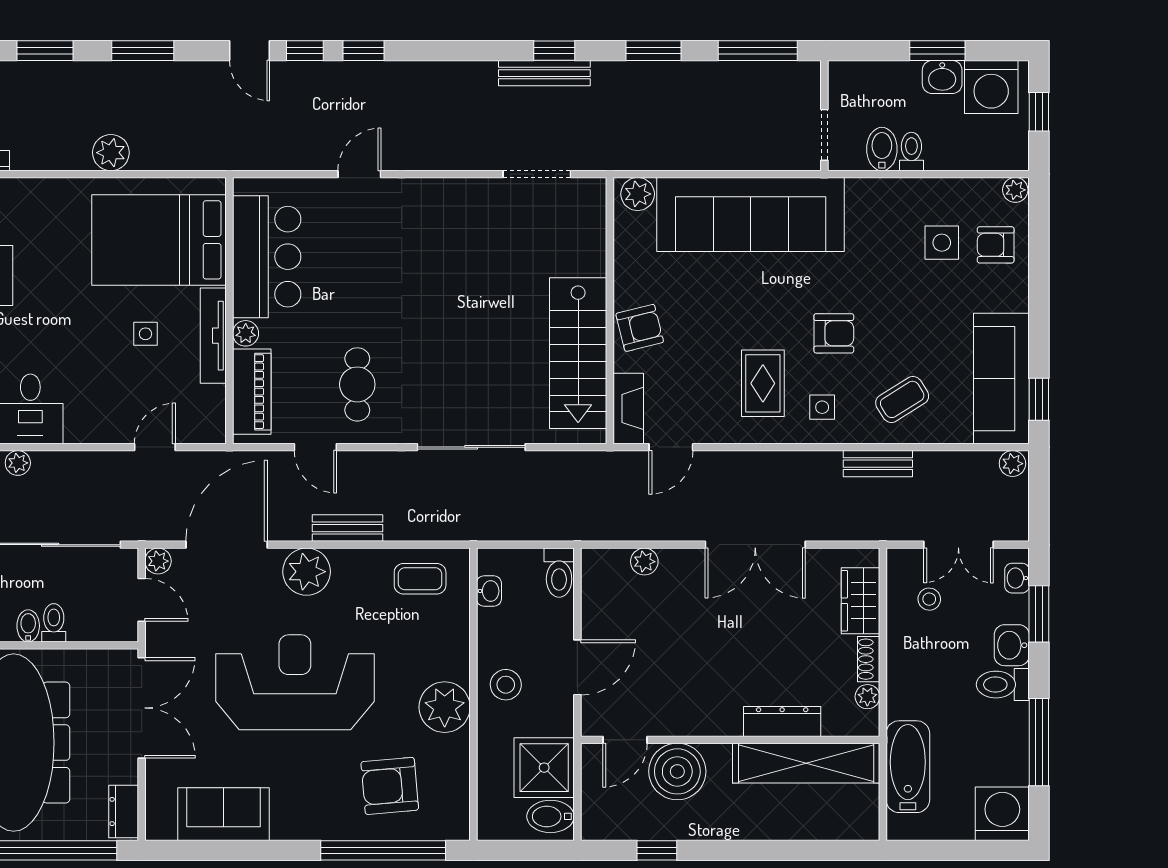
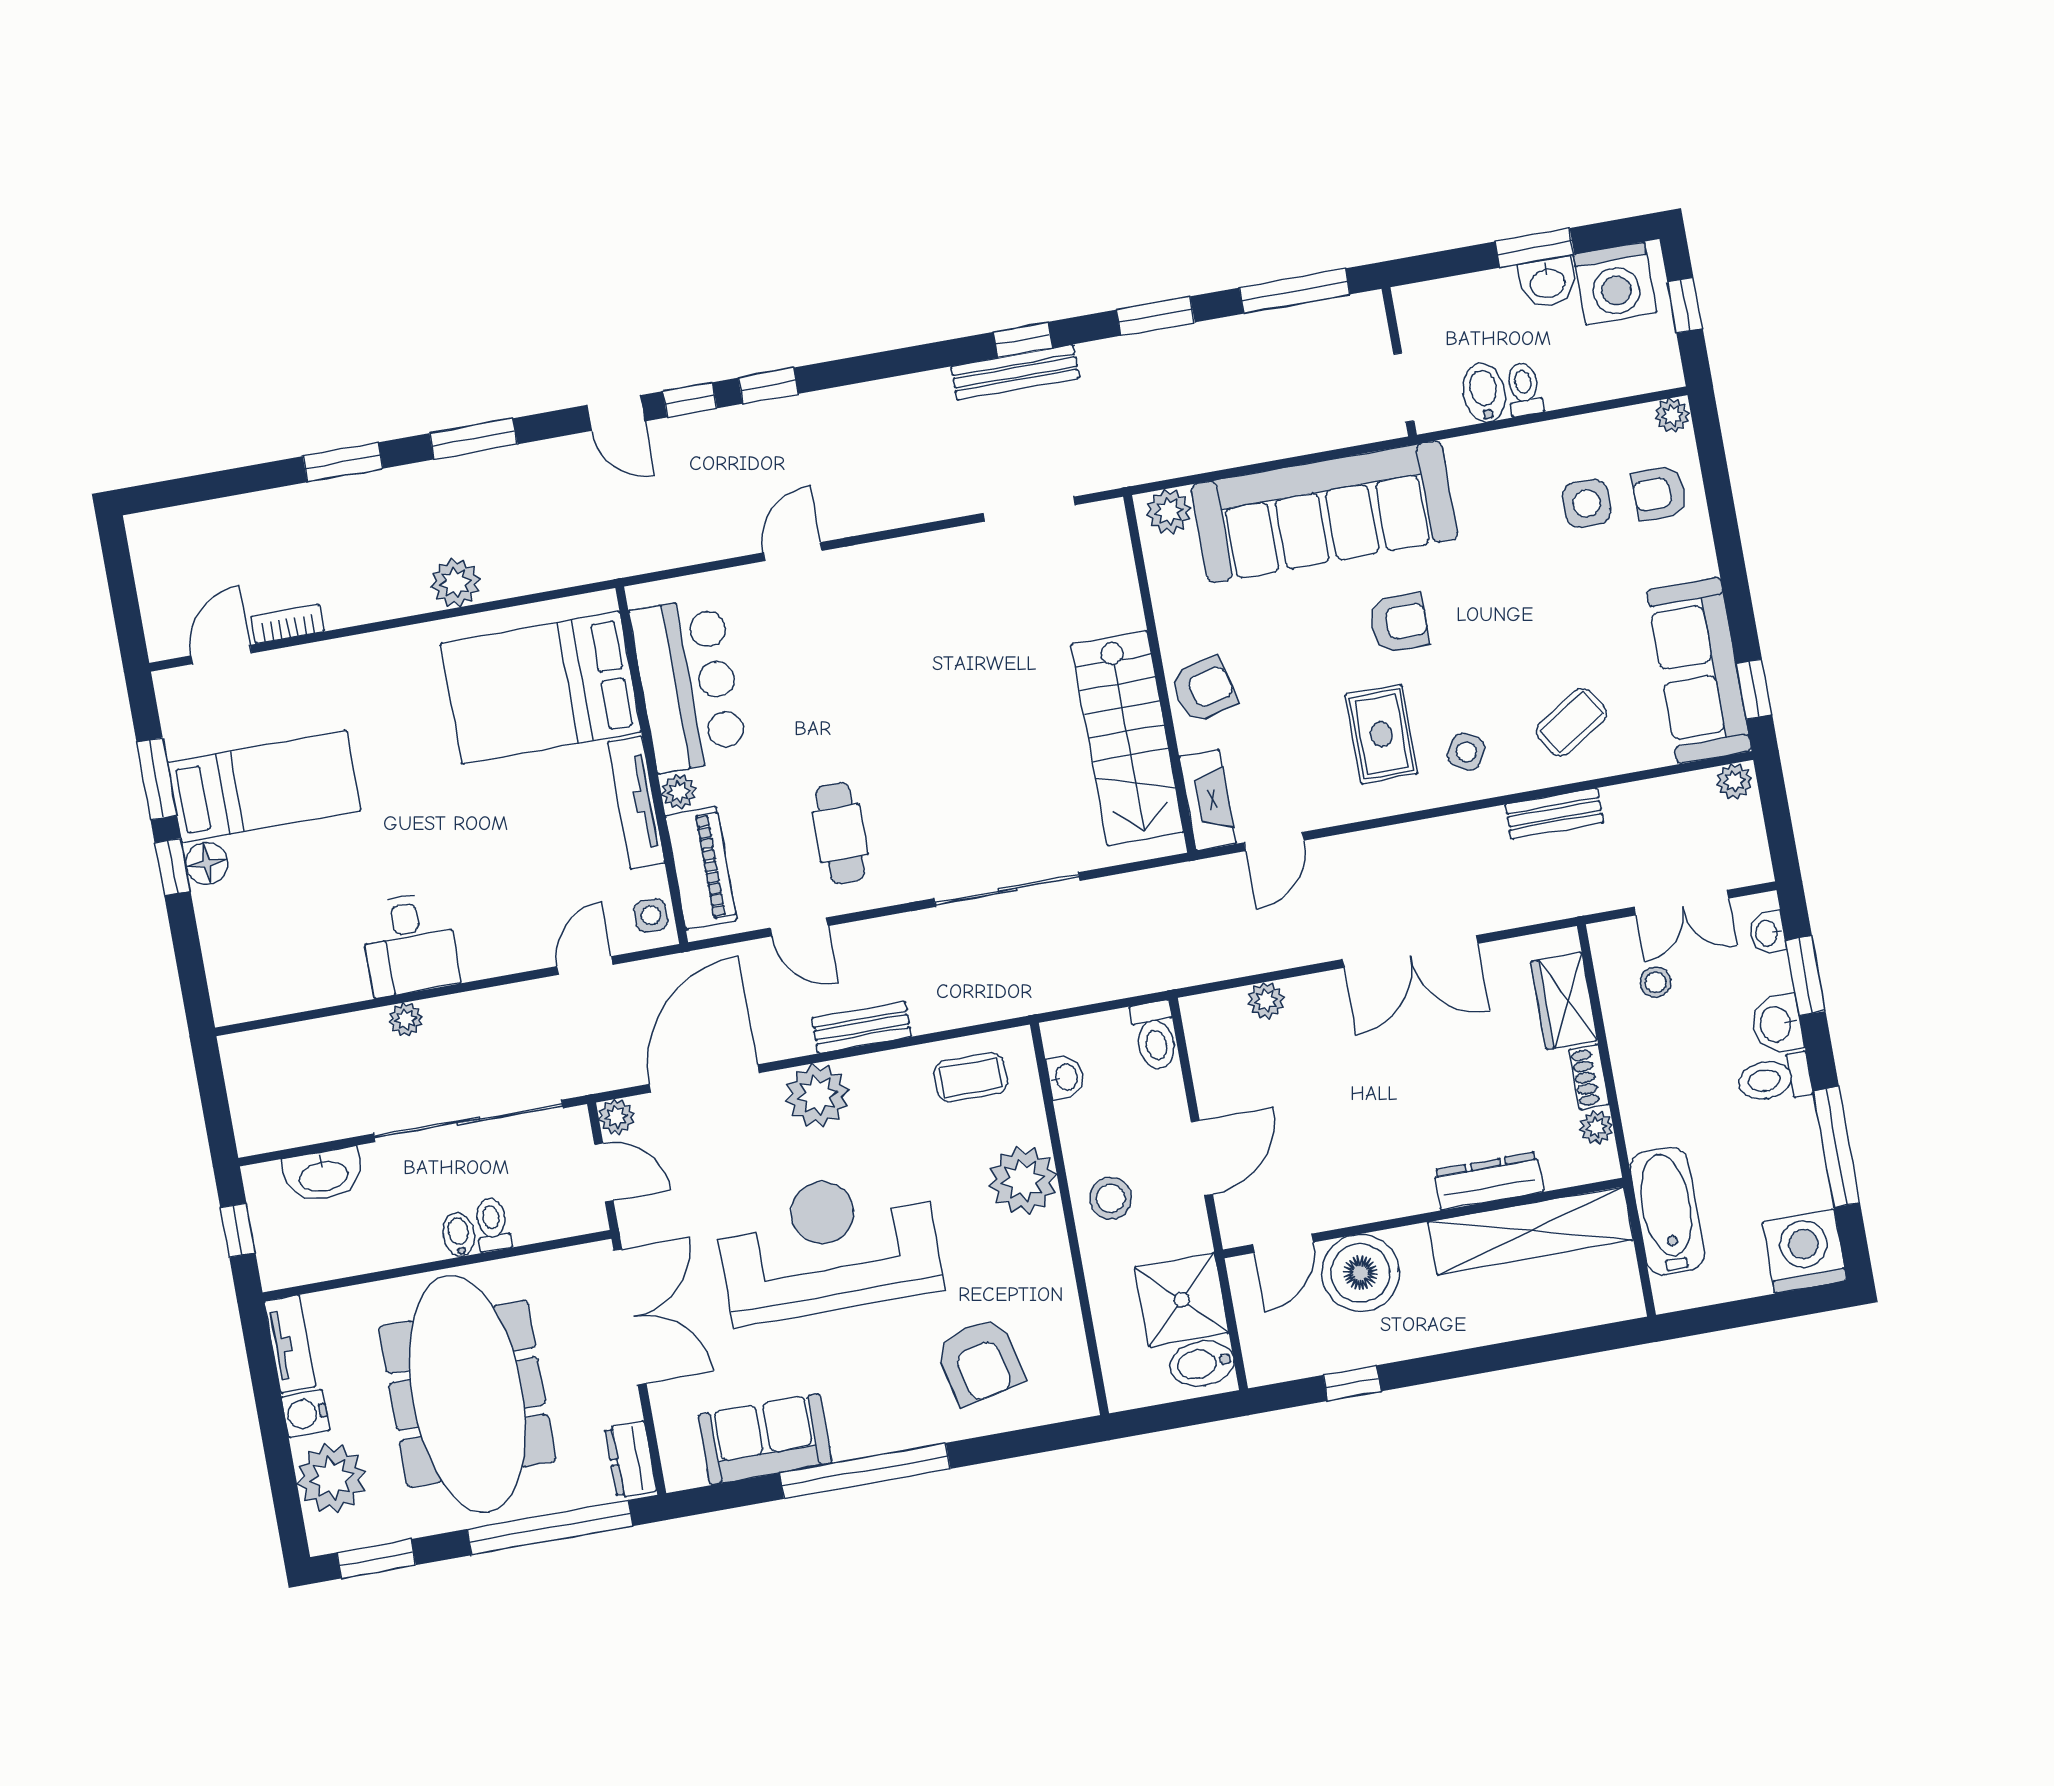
armchair: (834, 333) -> (1399, 623), moved
side table: (145, 334) -> (651, 915), moved
side table: (822, 407) -> (1466, 752), turned 30
plant: (445, 707) -> (1023, 1180), moved
armchair: (390, 786) -> (980, 1361), turned -98
window: (383, 850) -> (865, 1471), moved

